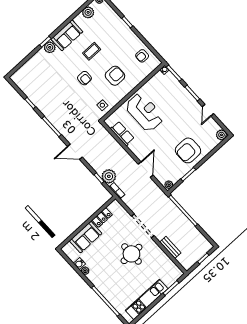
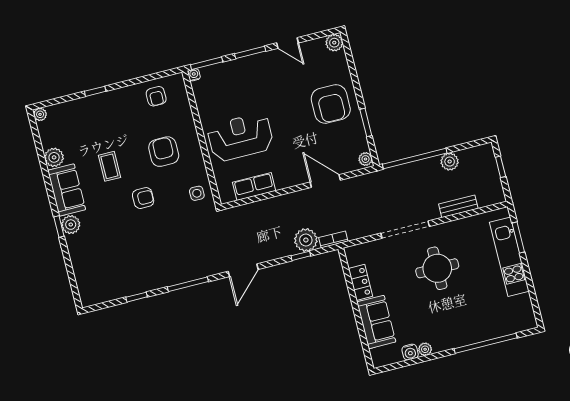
plant: (88, 12) -> (54, 157), moved
plant: (192, 230) -> (450, 162), added
kitchen unit: (147, 299) -> (509, 257), moved

